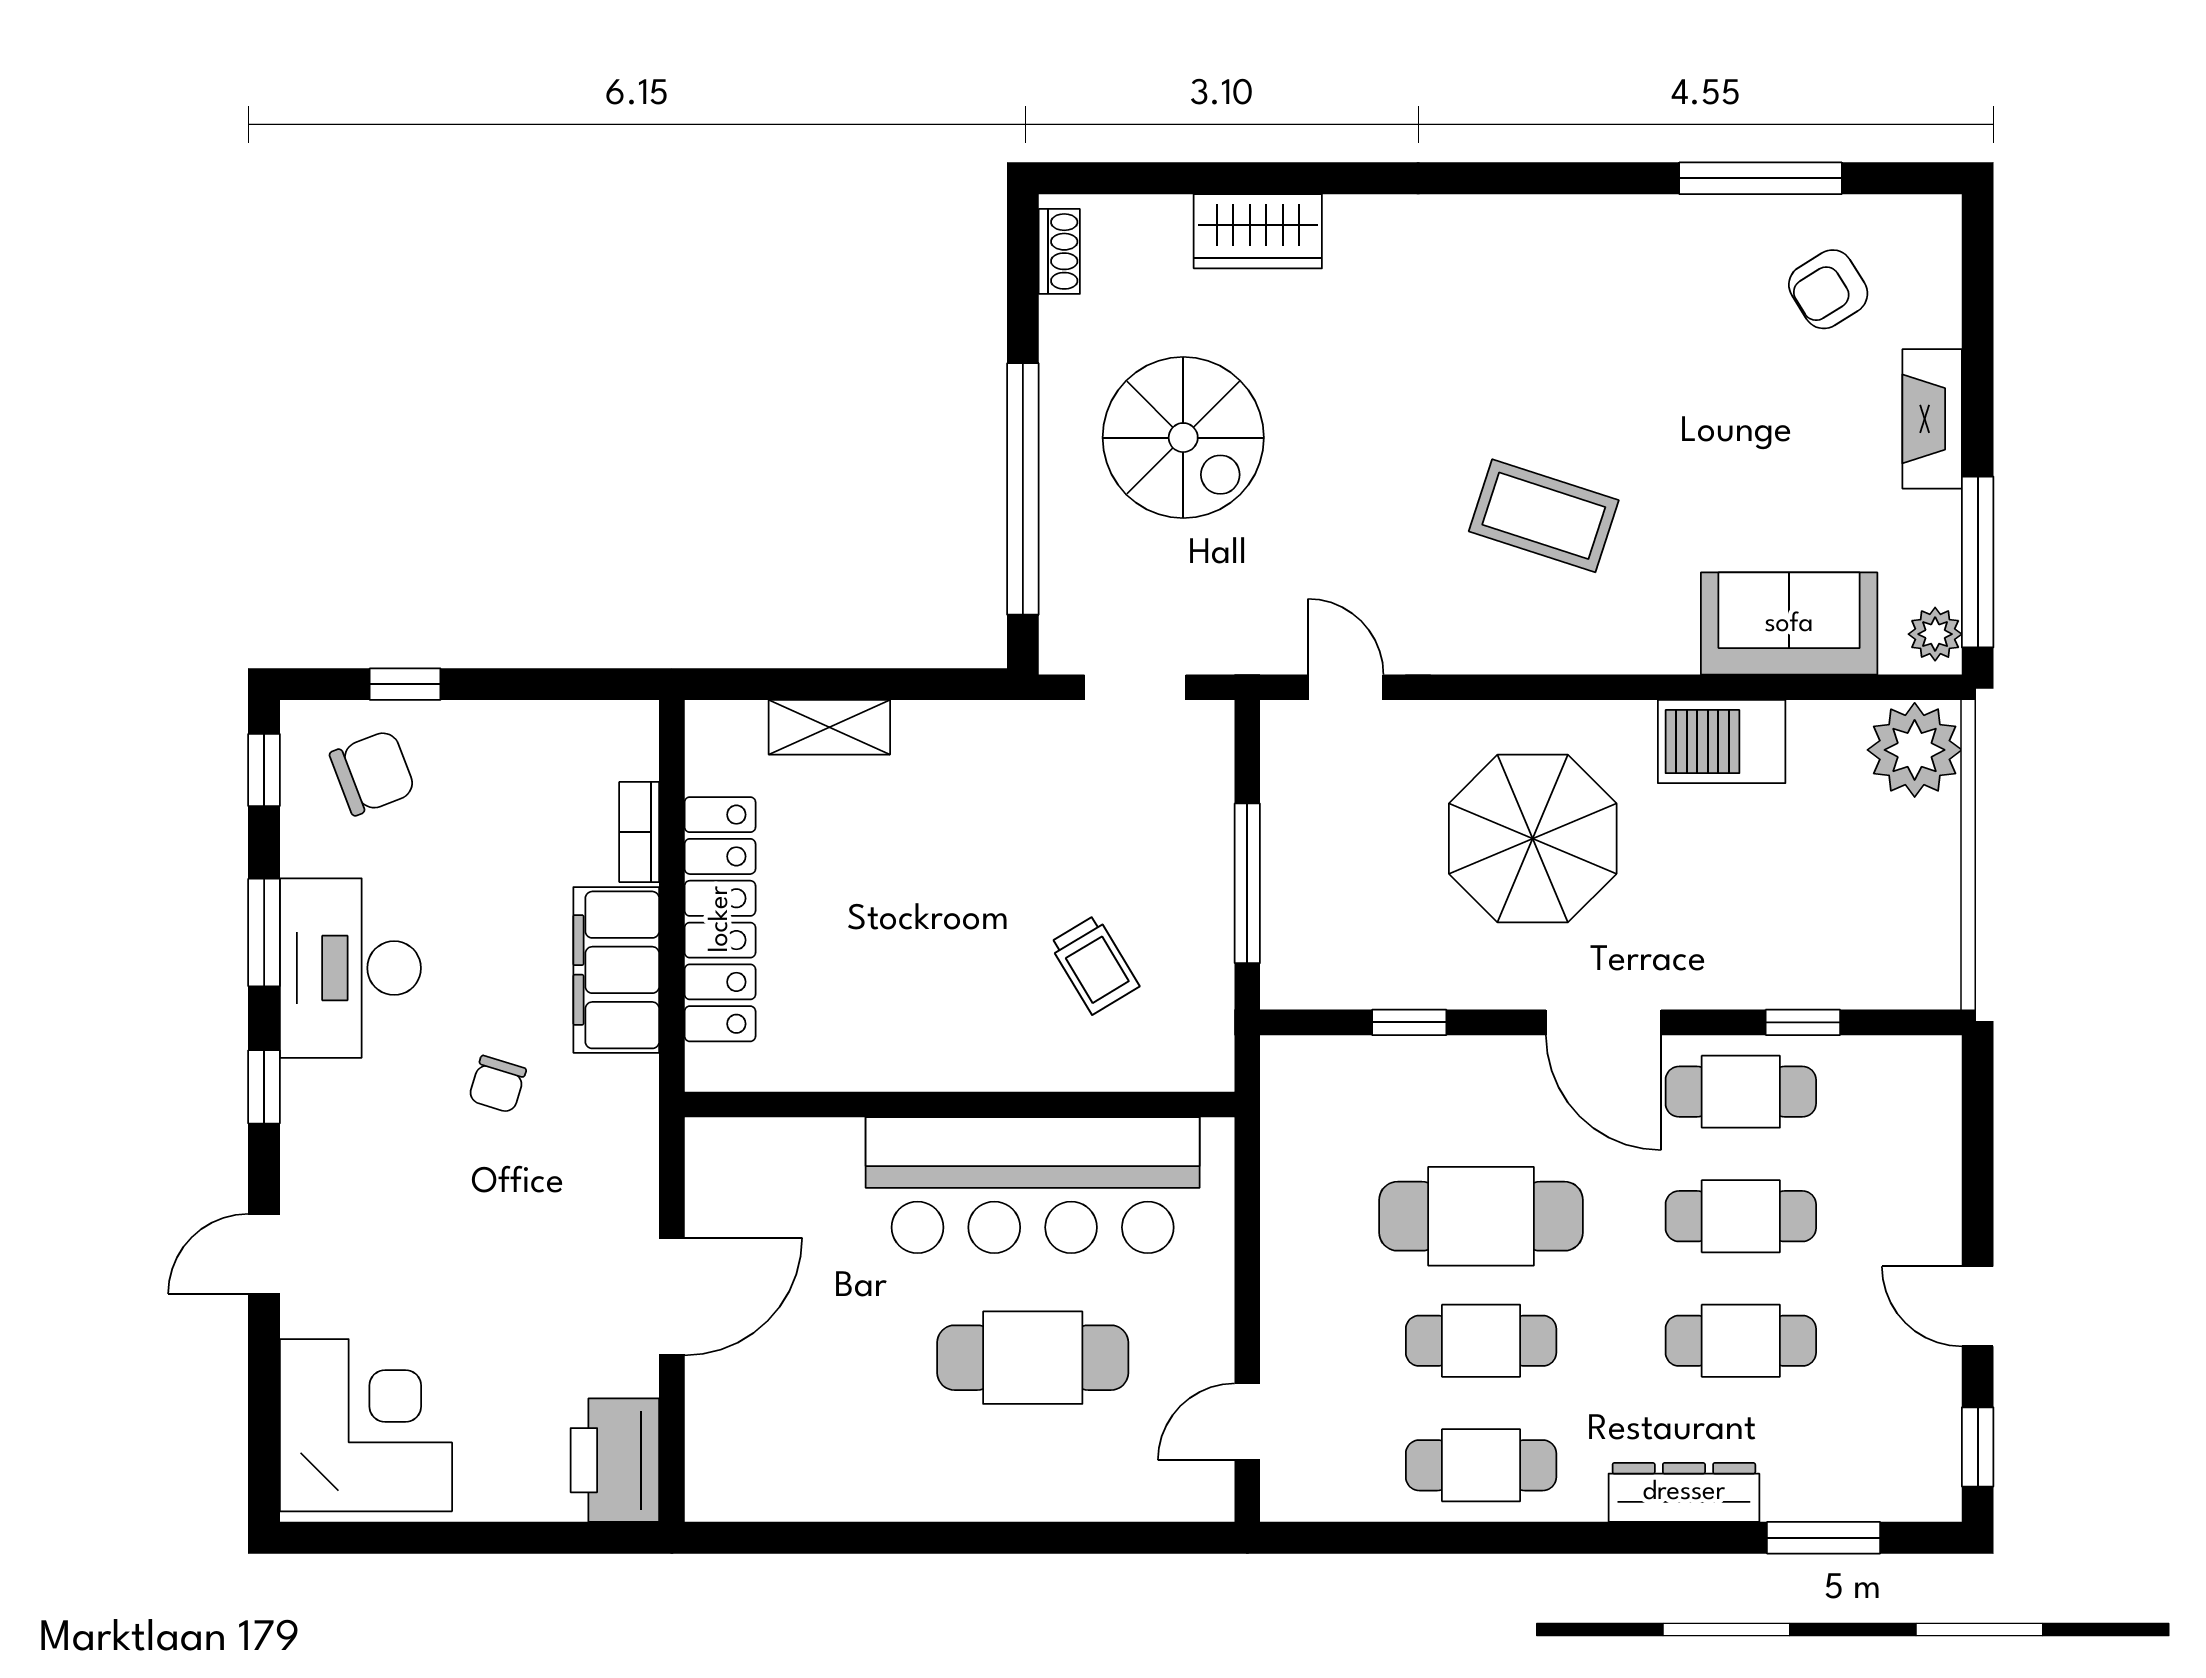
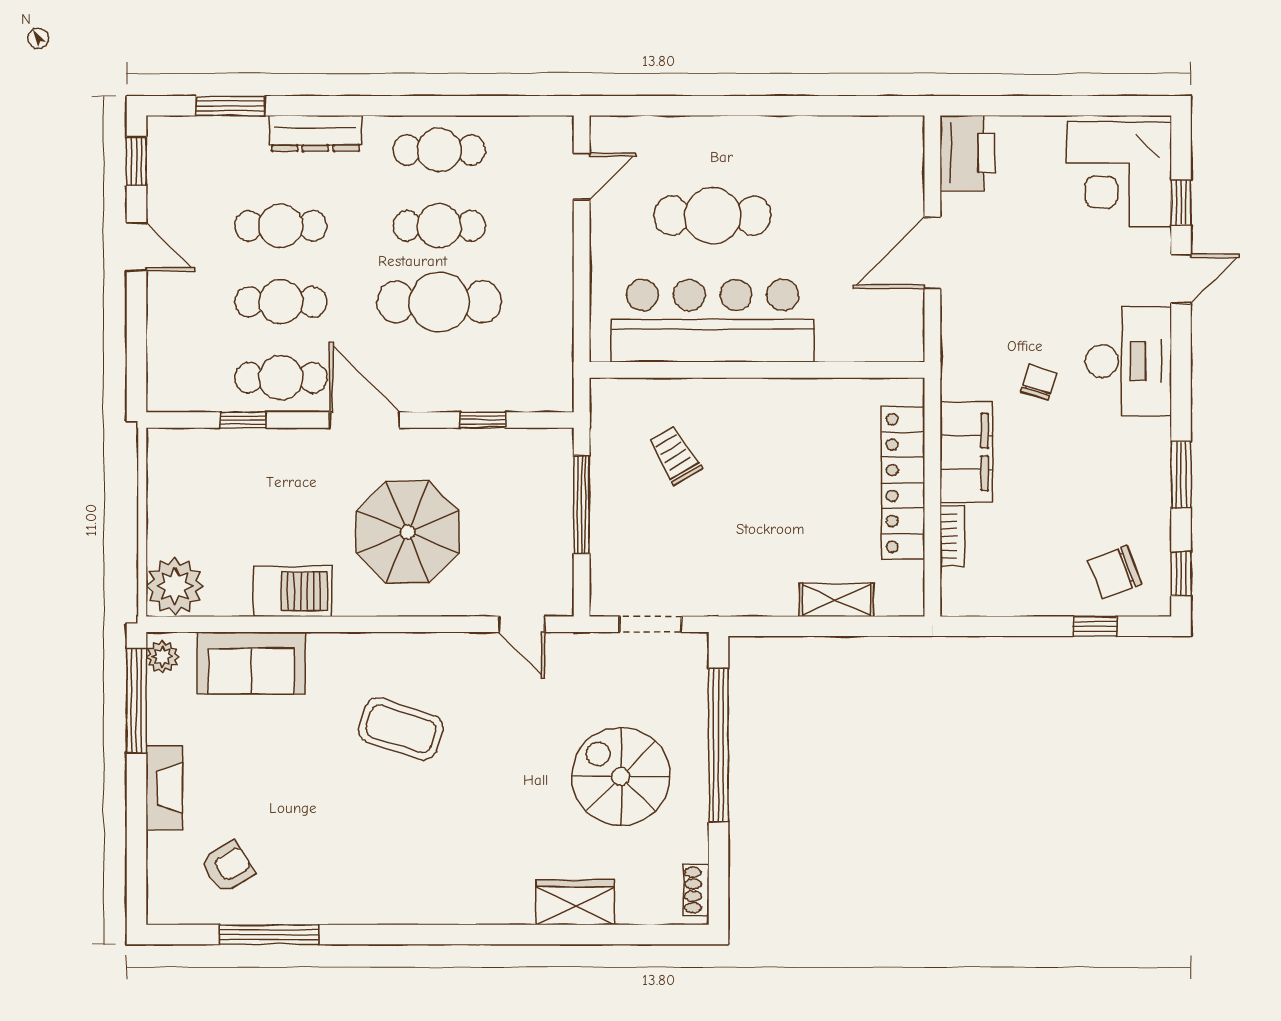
desk: (350, 968) -> (1128, 361), moved
window: (264, 1087) -> (1181, 202), moved

